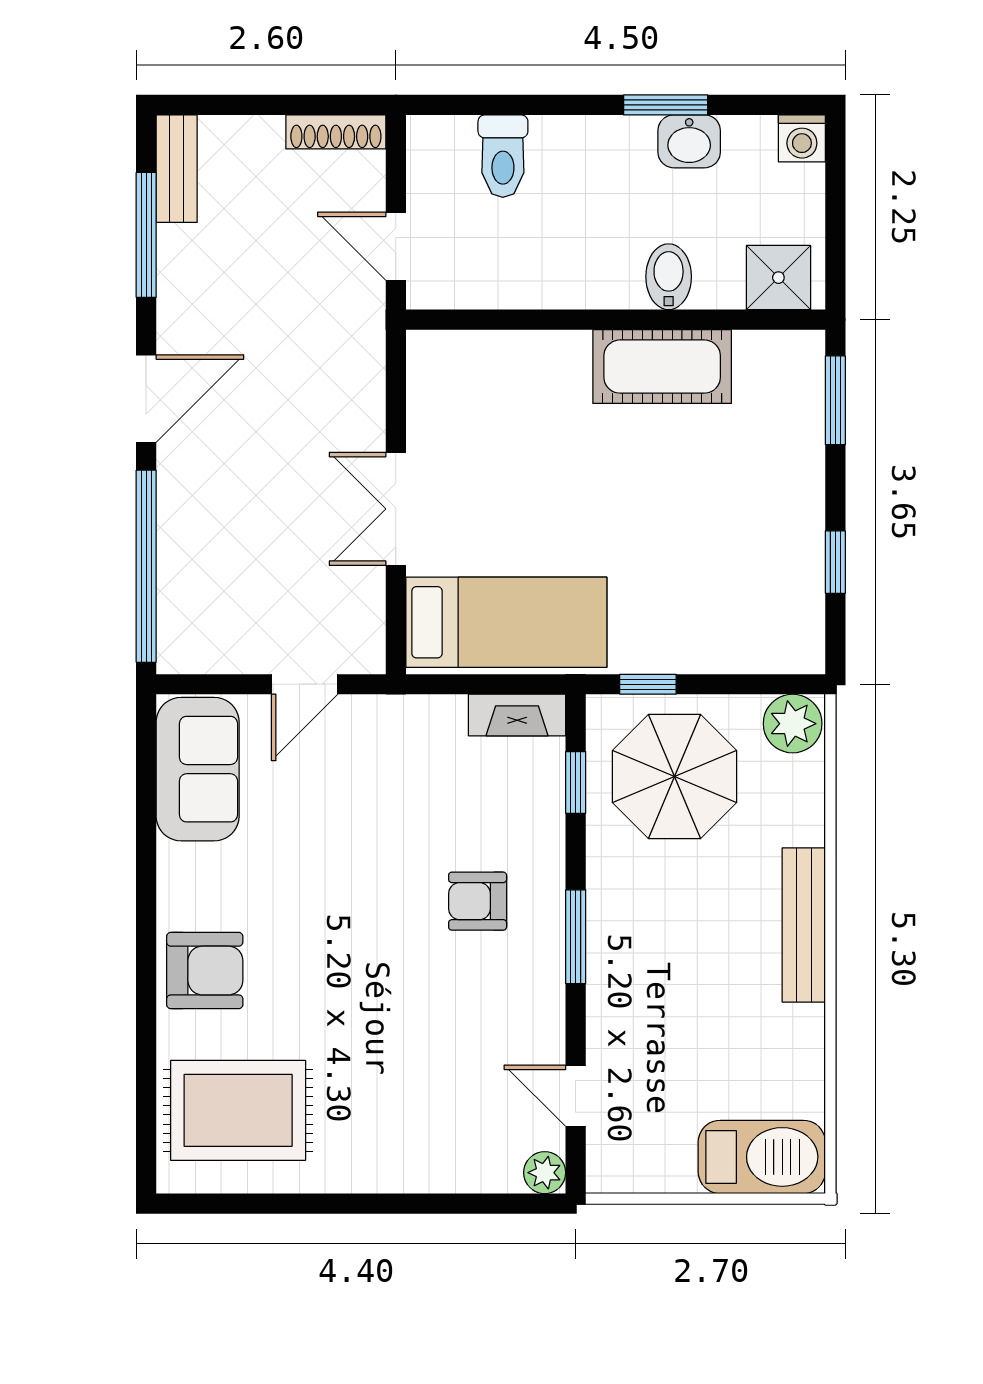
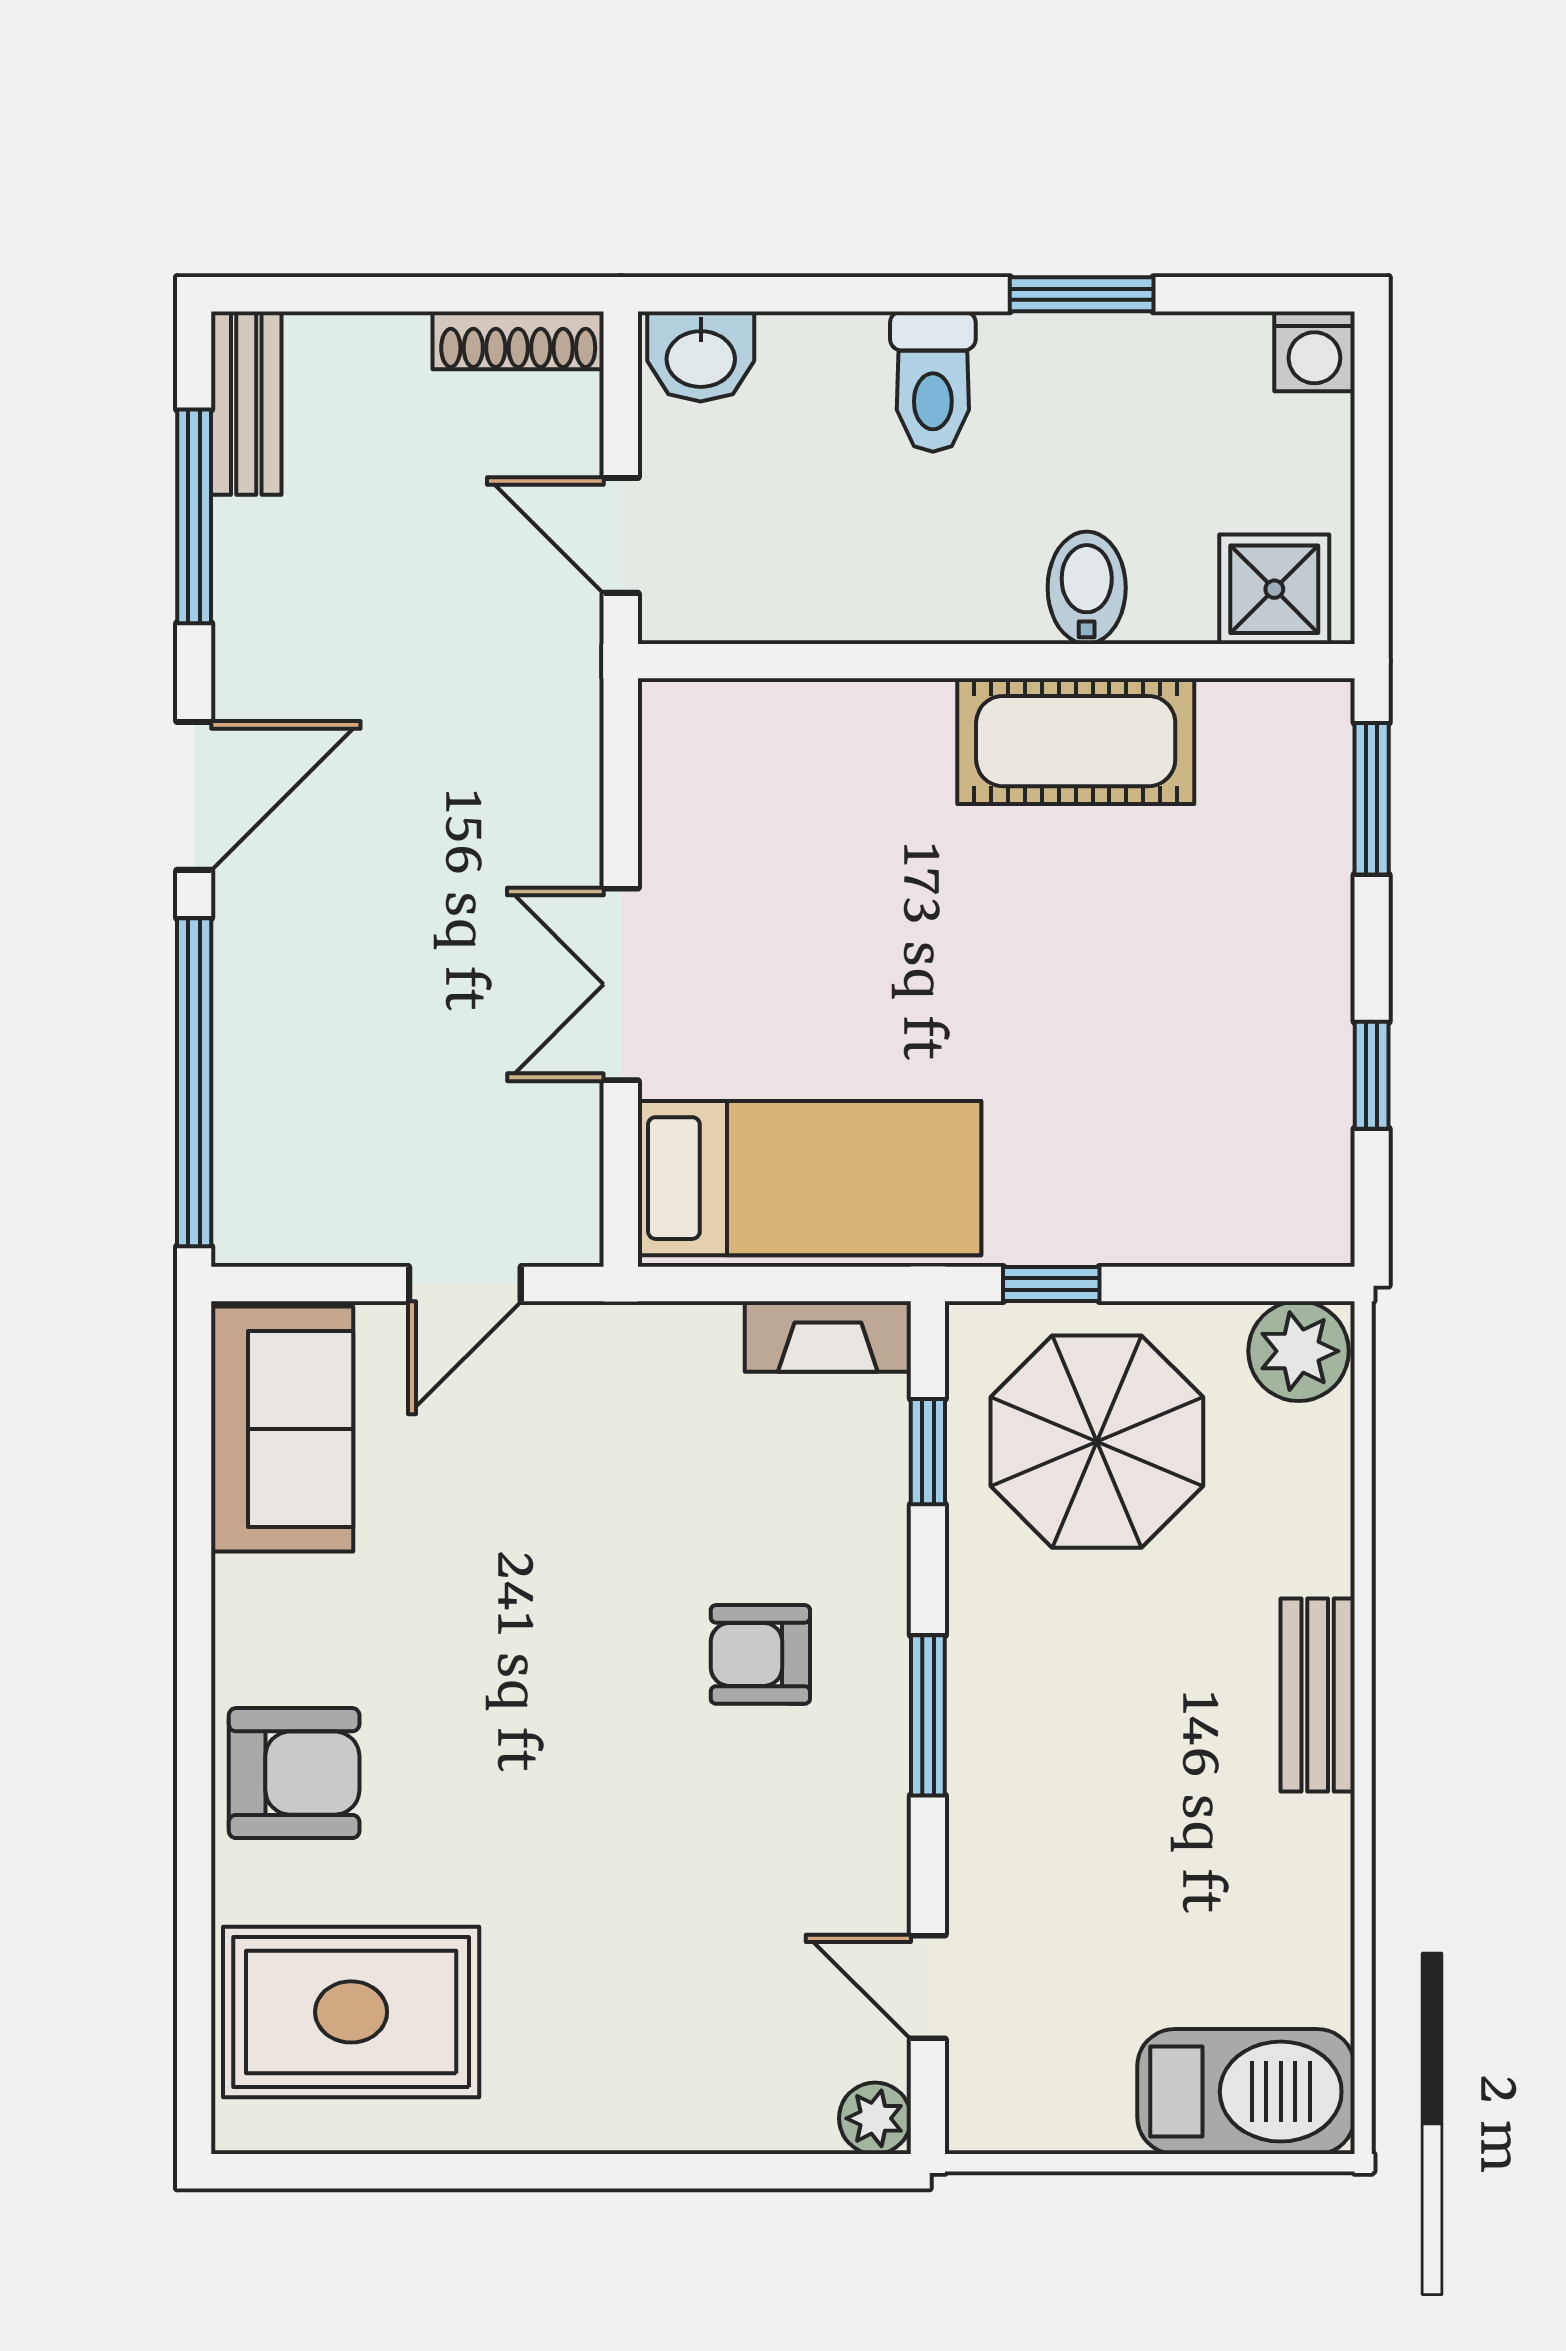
washbasin: (689, 141) -> (701, 356), moved
toilet: (503, 156) -> (933, 382), moved
bench: (804, 925) -> (1318, 1695), width x0.73

